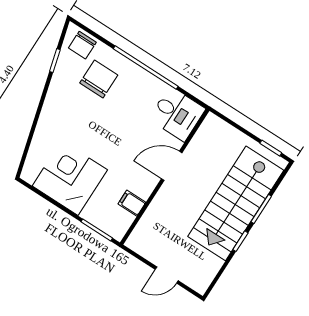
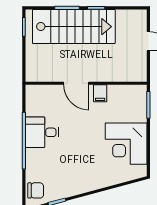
chair: (99, 79) -> (51, 166), removed
desk: (177, 114) -> (42, 132), moved, turned -90
filing cabinet: (132, 203) -> (100, 93), moved

